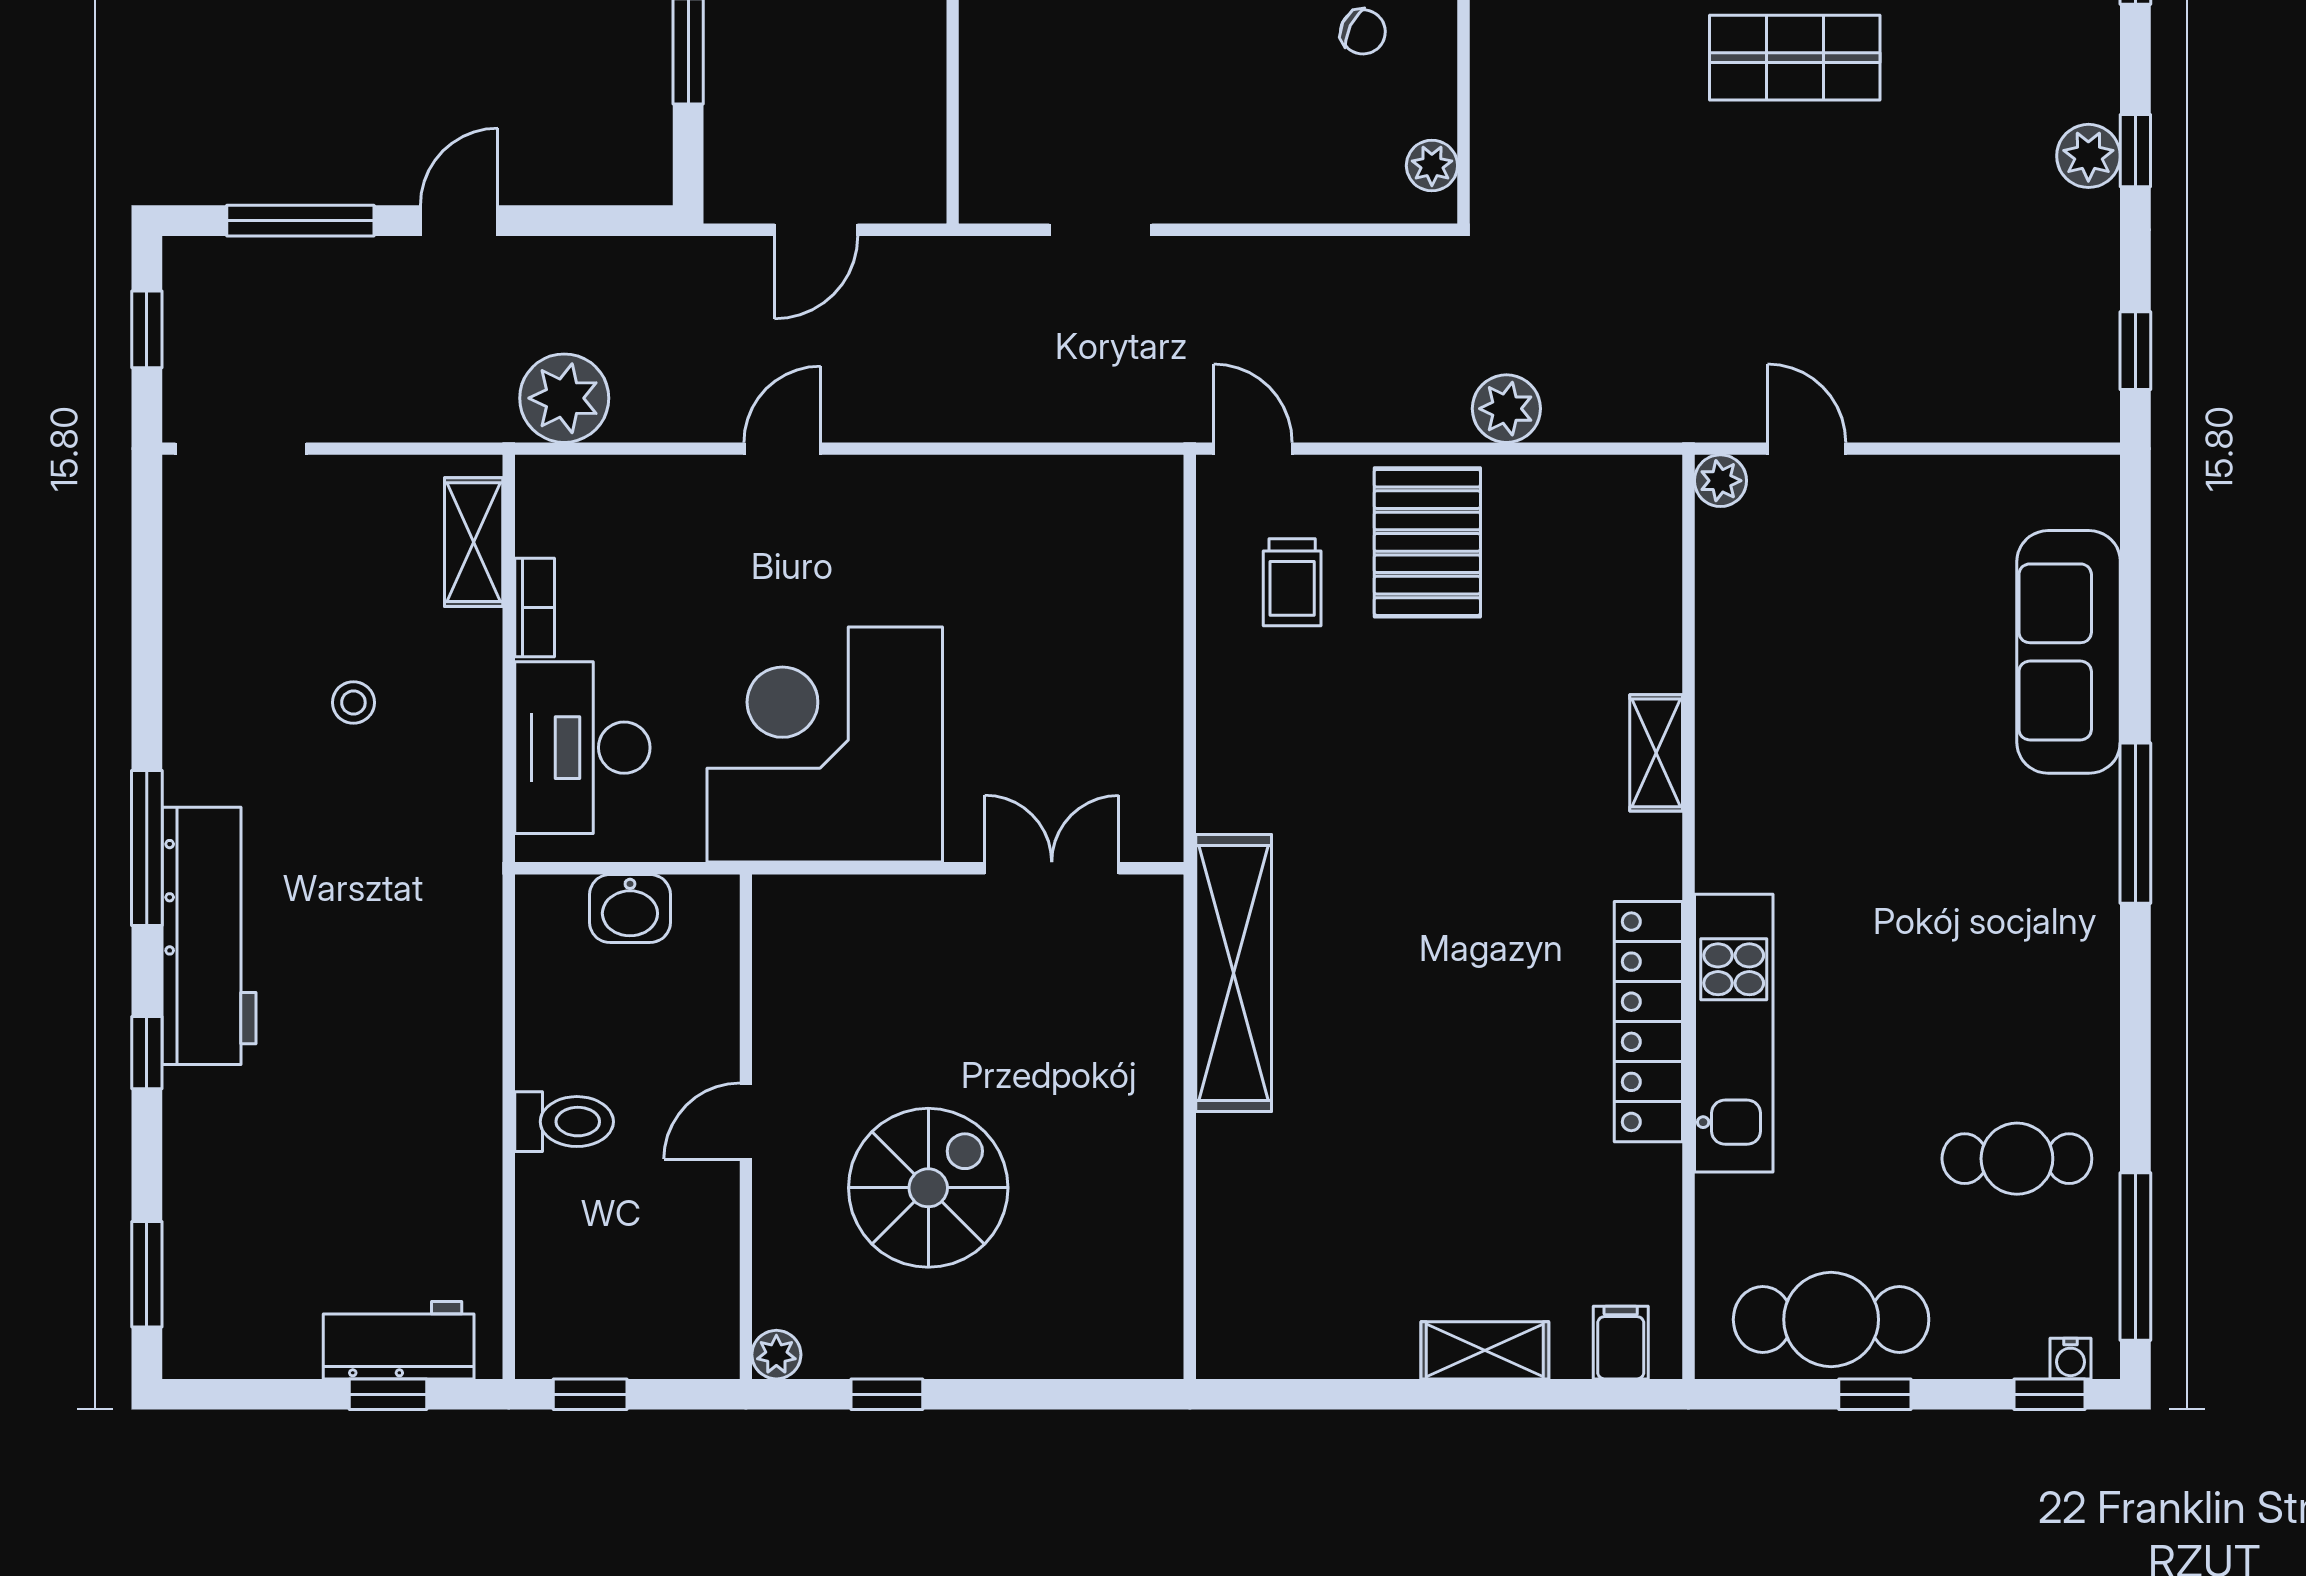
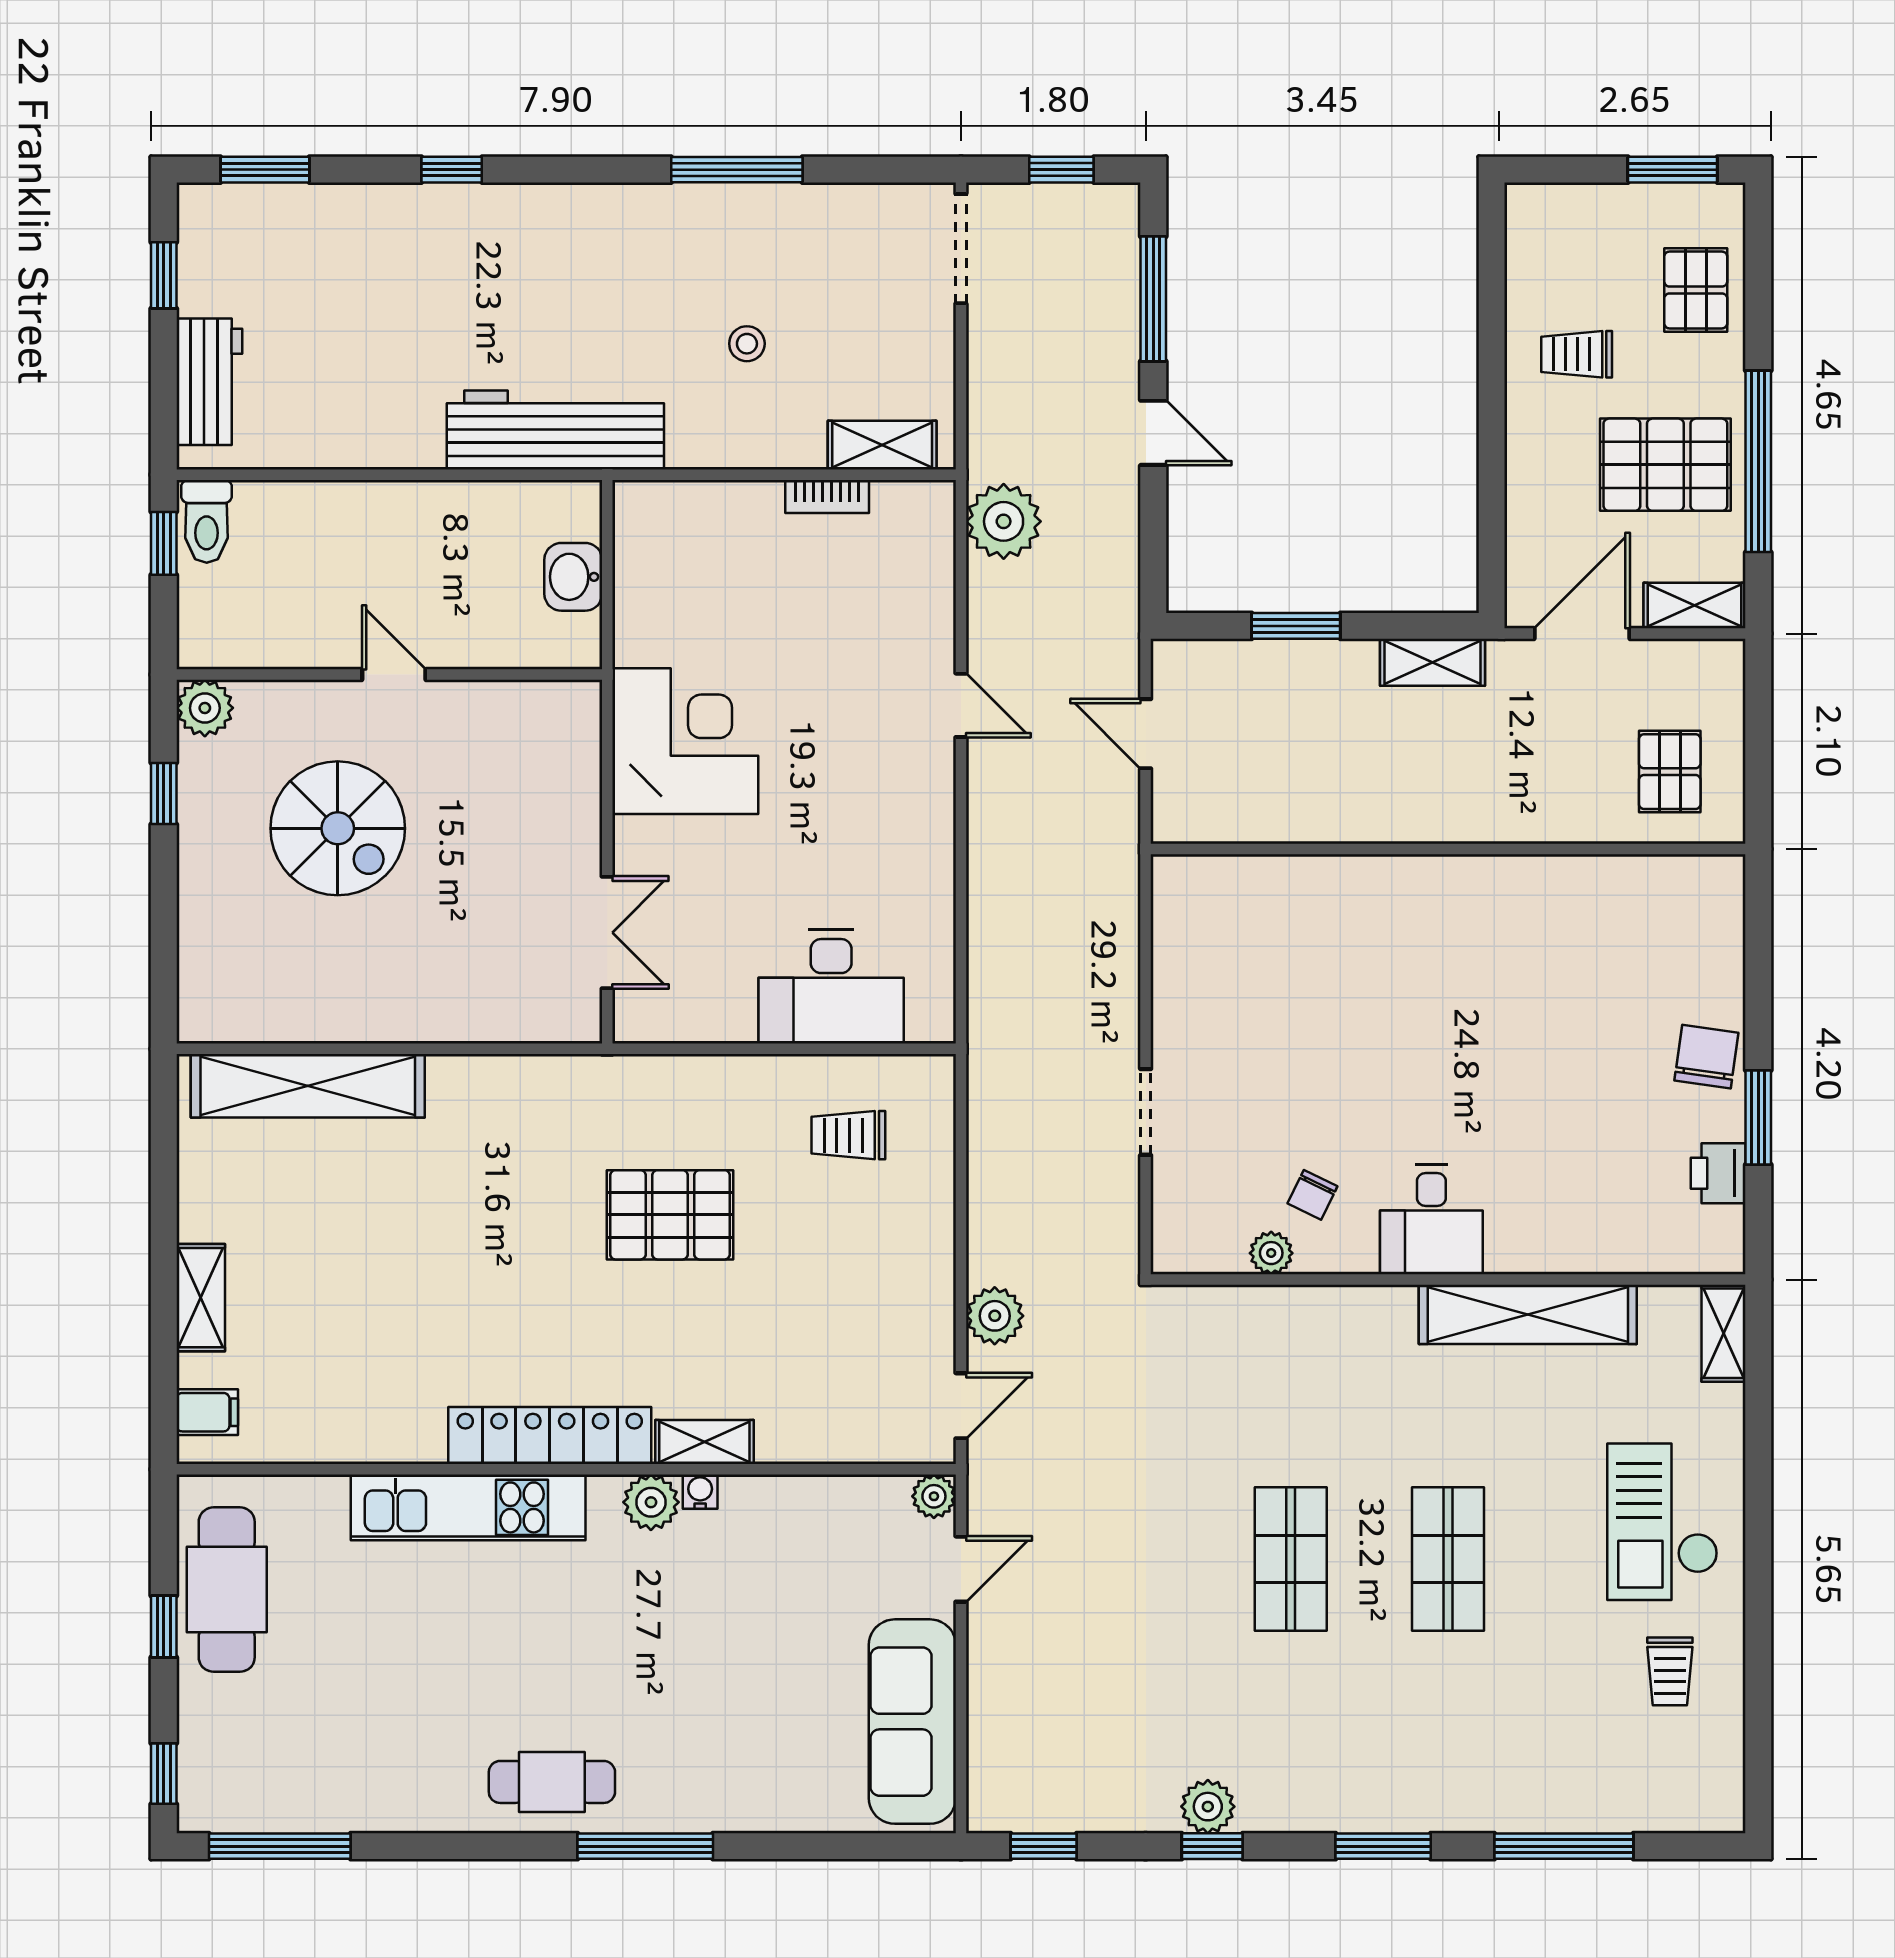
plant: (1432, 166) -> (1271, 1253), moved
doorway: (1100, 230) -> (1146, 1112), moved
door: (1253, 449) -> (961, 1406), moved
pallet: (1427, 542) -> (670, 1215), moved
sofa: (2069, 652) -> (912, 1722), moved, turned -90
corner desk: (825, 745) -> (685, 741), width x0.74, depth x0.74
desk: (582, 748) -> (831, 987), moved, turned 180
plant: (1728, 816) -> (651, 1502), added
window: (147, 848) -> (737, 170), moved
workbench: (209, 936) -> (555, 430), moved, turned 180
shelving: (1234, 973) -> (308, 1086), moved
locker: (1648, 1022) -> (550, 1435), moved
toilet: (564, 1122) -> (207, 521), moved
cafe table: (2017, 1159) -> (552, 1782), moved, turned 90
plant: (776, 1355) -> (205, 708), width x1.38, depth x1.38
water cooler: (2070, 1359) -> (700, 1492), moved, turned 90
window: (388, 1394) -> (164, 275), moved

